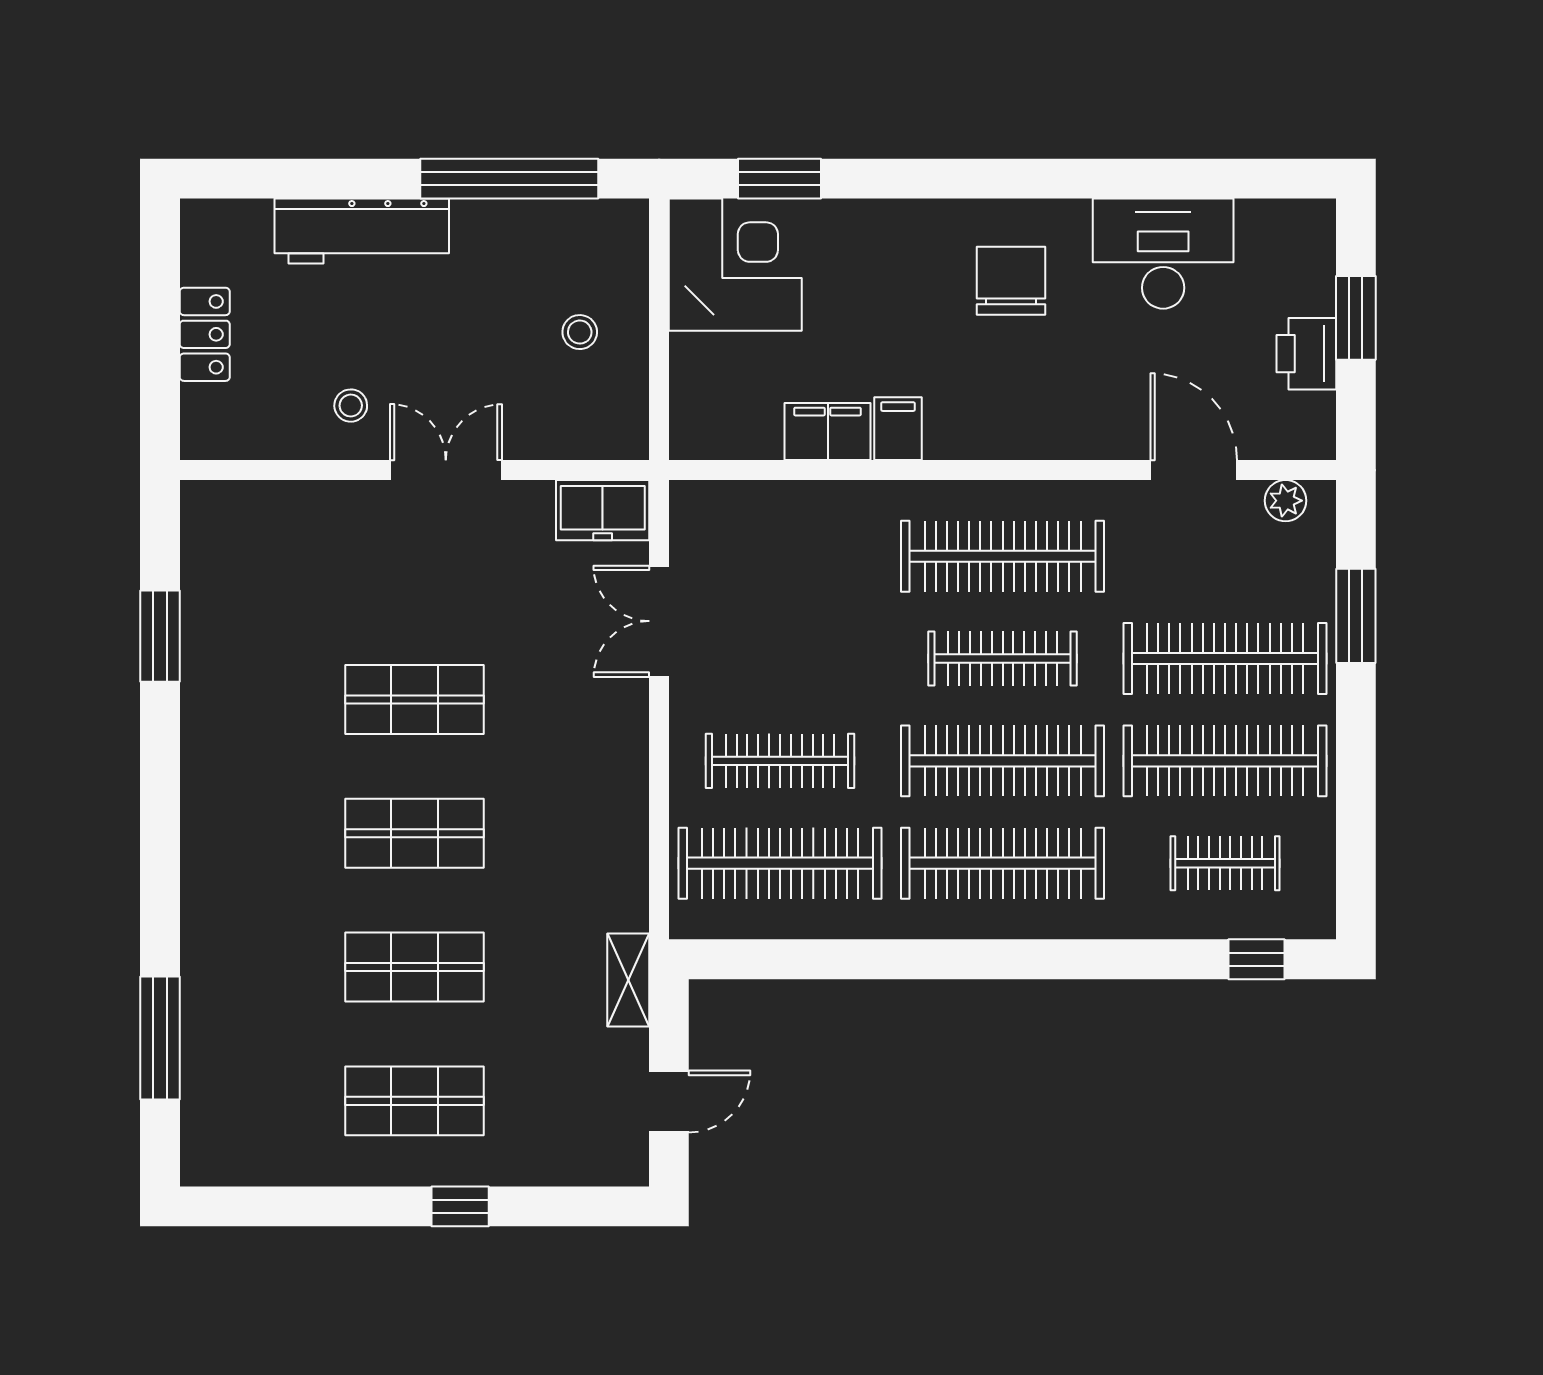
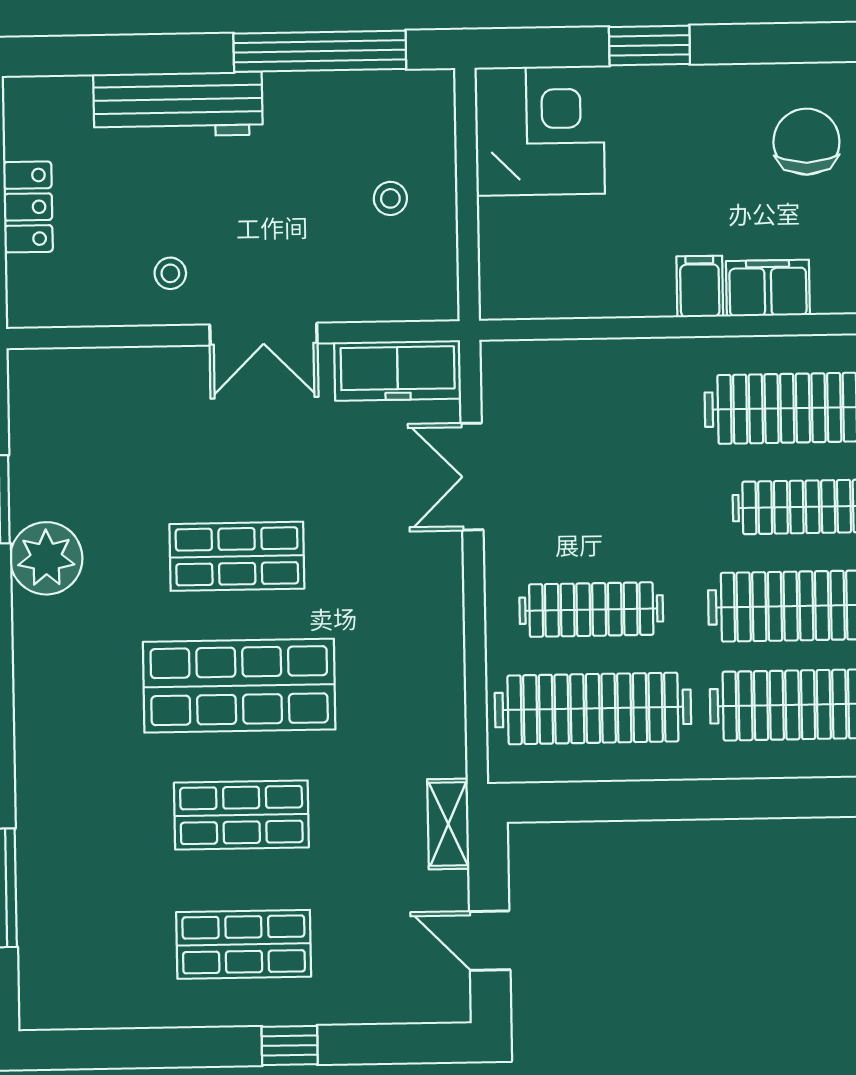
window: (779, 179) -> (649, 45), moved
filing cabinet: (828, 432) -> (768, 288), moved
double door: (446, 470) -> (263, 334), swing flipped
freezer: (603, 510) -> (398, 371), width x1.40
plant: (217, 698) -> (46, 558), added
shop shelf: (414, 833) -> (239, 686), width x1.43, depth x1.36
door: (669, 1101) -> (490, 941), swing flipped

